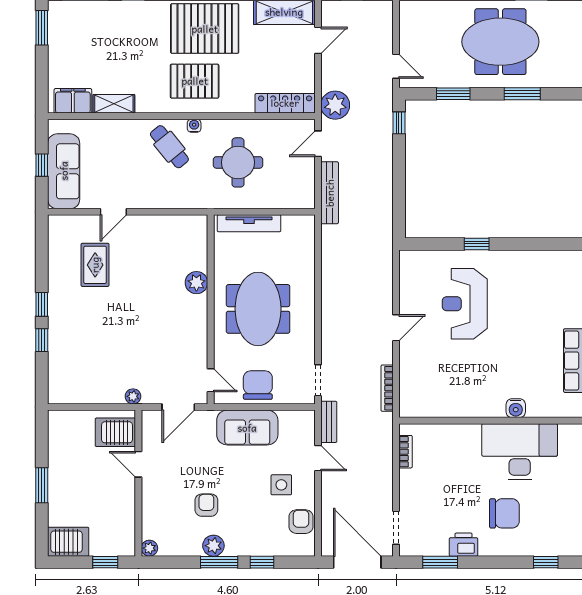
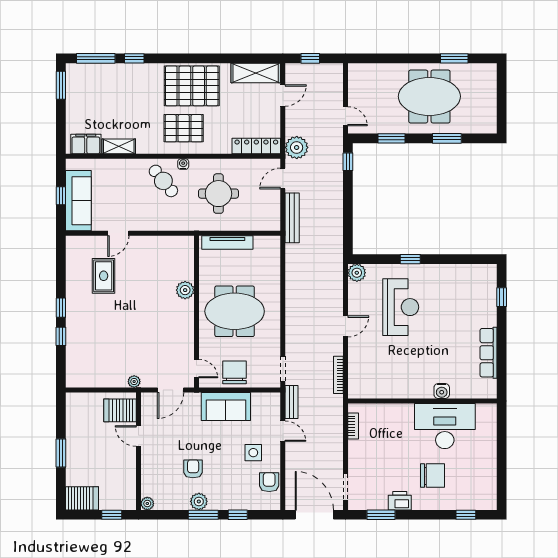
plant: (410, 261) -> (357, 273), added
reception desk: (465, 304) -> (401, 307), turned 180
meeting table: (258, 309) -> (235, 311), turned 90

